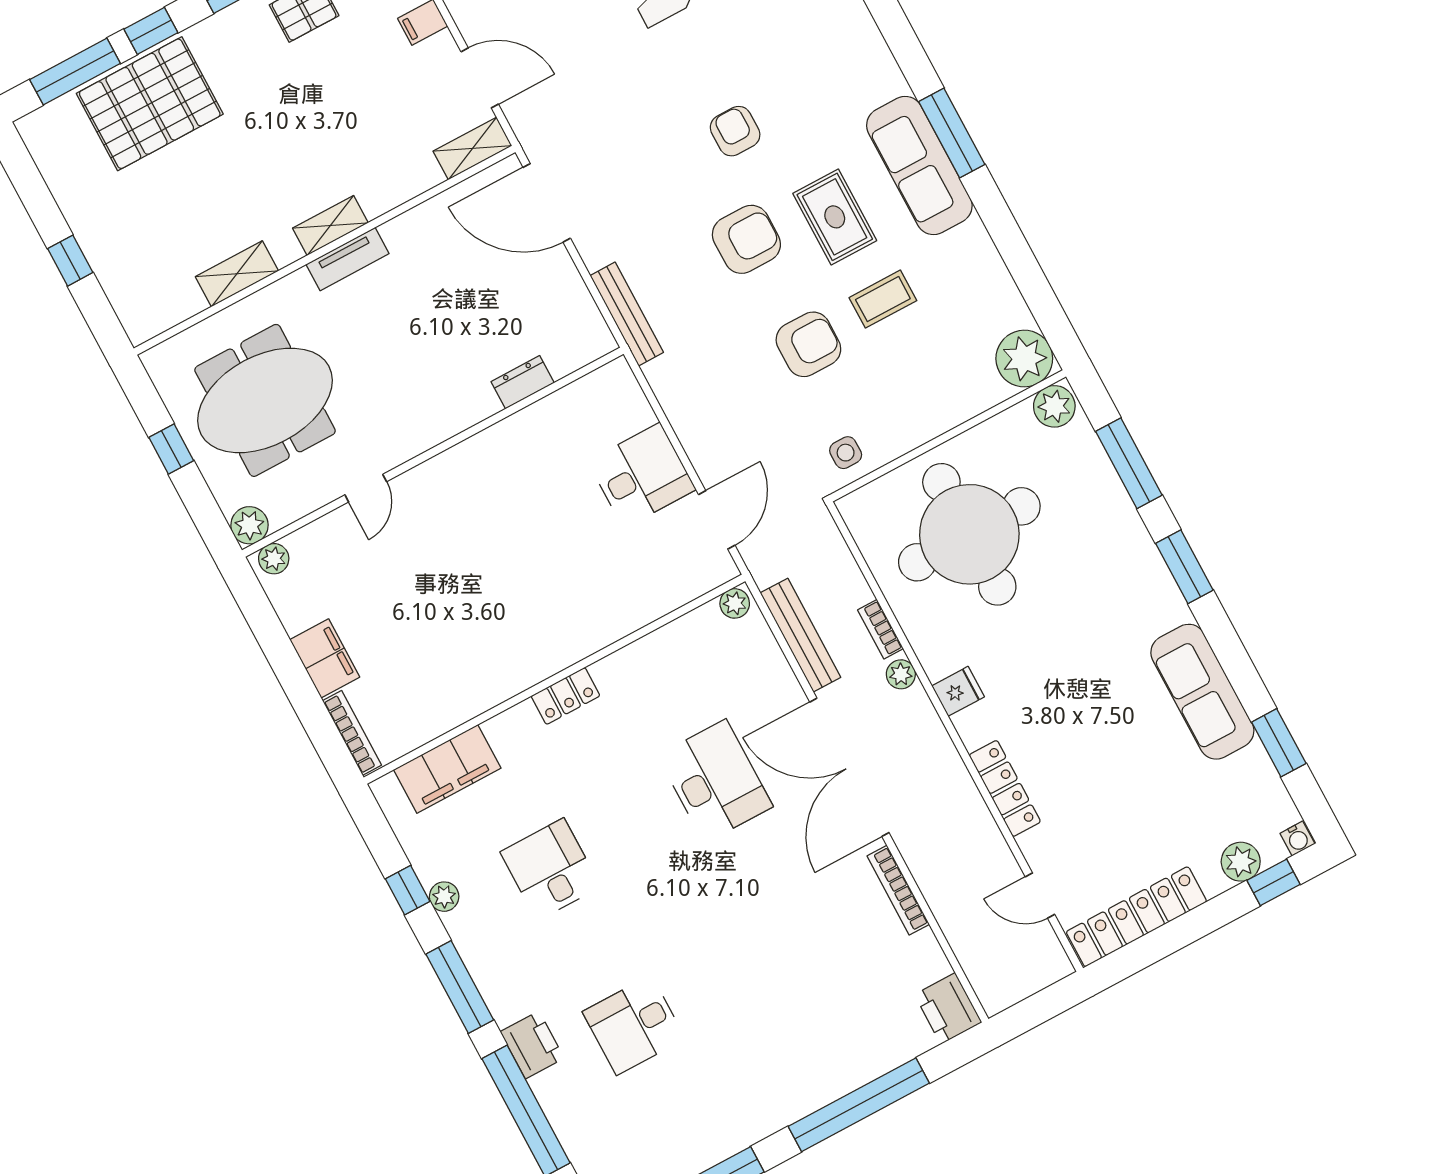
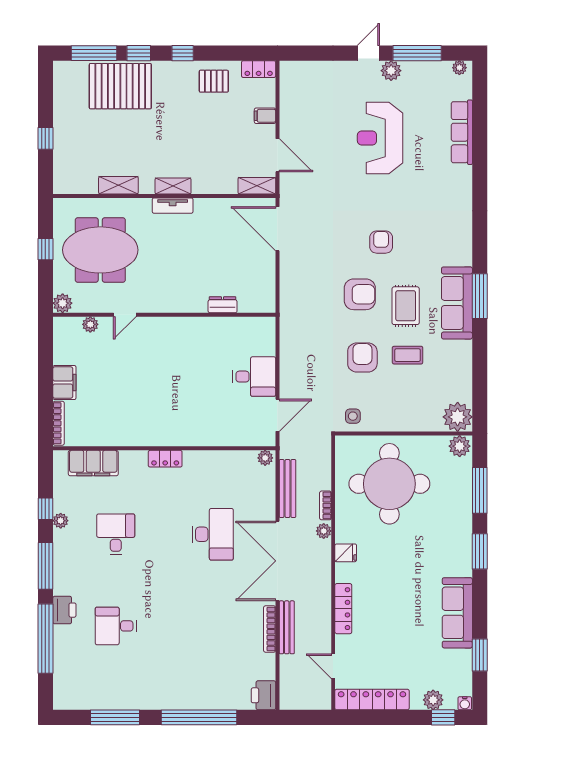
bench: (627, 314) -> (287, 627), moved
armchair: (808, 344) -> (362, 358), turned -90
plant: (274, 559) -> (90, 324), moved

